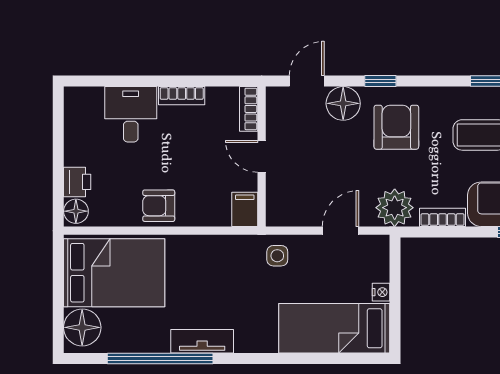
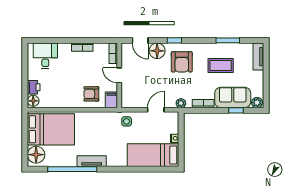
door: (307, 81) -> (140, 40), swing flipped
desk: (131, 114) -> (45, 56), moved
armchair: (396, 127) -> (182, 62), turned 180
armchair: (159, 206) -> (91, 94), moved
plant: (395, 208) -> (181, 103), width x0.53, depth x0.53

